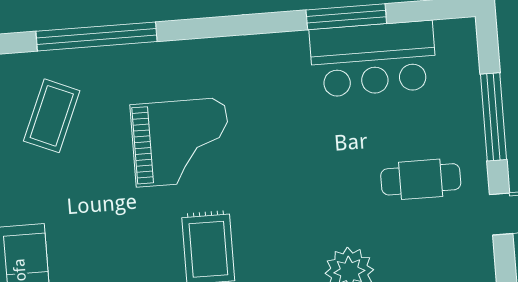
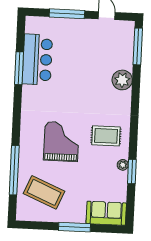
coffee table: (52, 116) -> (44, 192), width x1.36, depth x1.32
cafe table: (421, 179) -> (89, 46), removed

